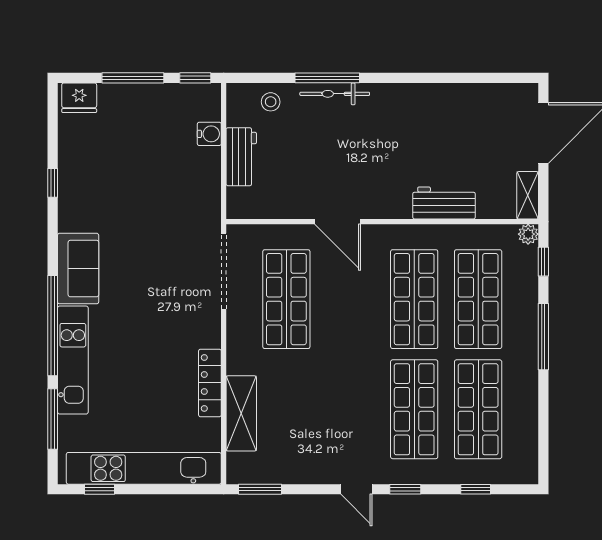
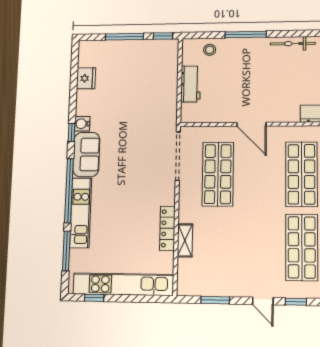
bicycle: (335, 94) -> (293, 44), moved
fridge: (79, 98) -> (86, 78), moved, turned -90
water cooler: (209, 134) -> (82, 124), moved, turned 180
window: (53, 183) -> (72, 132), moved
shelving: (241, 413) -> (185, 240), width x0.67, depth x0.75
window: (260, 489) -> (215, 300), moved

